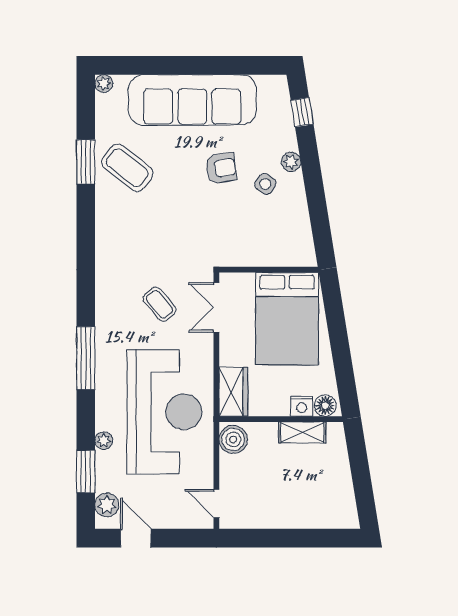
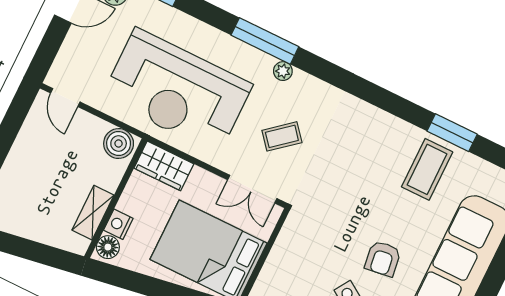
coffee table: (127, 168) -> (427, 169), turned -38
double door: (216, 307) -> (252, 189), swing flipped
plant: (104, 441) -> (283, 71), moved
door: (216, 504) -> (65, 98), swing flipped

